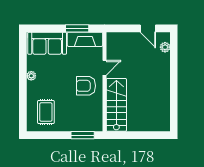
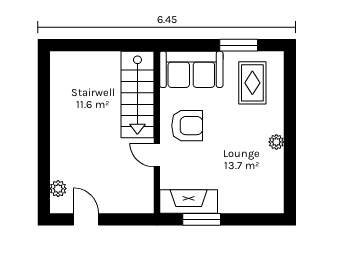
sofa: (47, 43) -> (191, 69), moved, turned 180
door: (104, 68) -> (157, 155), hinge flipped
window: (83, 135) -> (239, 45), moved

